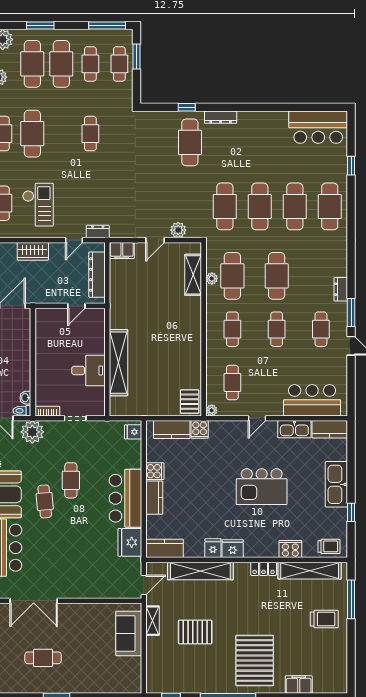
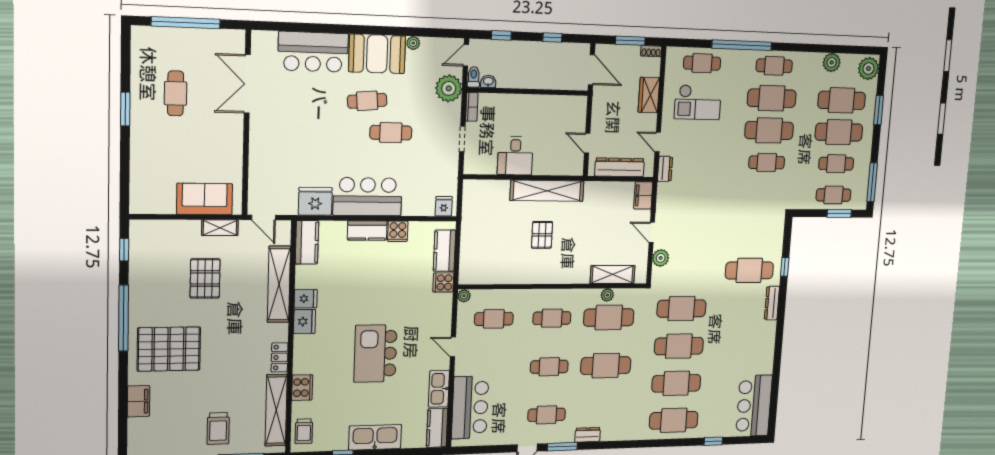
cafe table: (61, 134) -> (769, 130), added
shelving: (119, 363) -> (547, 191), moved
pallet: (190, 402) -> (542, 235), moved, turned 90

